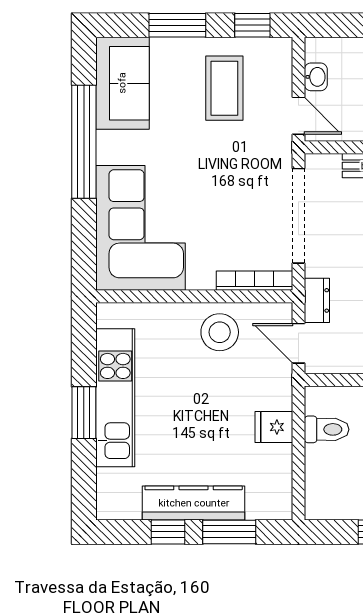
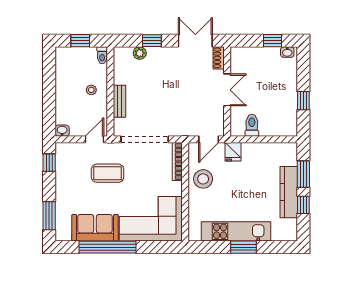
window: (177, 25) -> (49, 216), moved
washbasin: (316, 77) -> (62, 131), moved
sofa: (122, 83) -> (95, 228), moved
coffee table: (224, 88) -> (108, 173), moved
dresser: (317, 300) -> (187, 130), removed
fridge: (274, 427) -> (233, 152), moved

